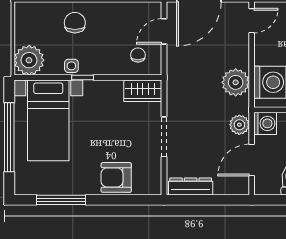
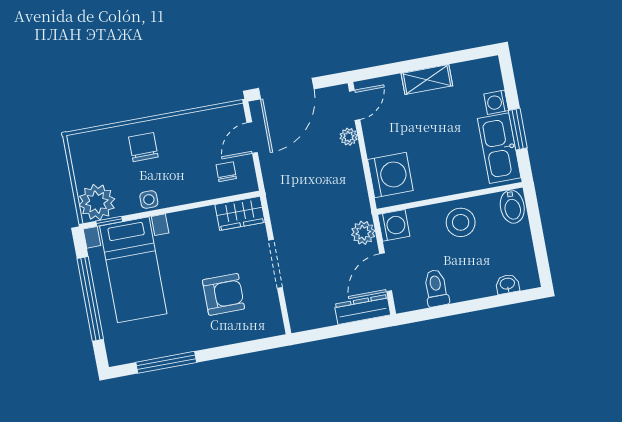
window: (83, 77) -> (109, 221), moved
plant: (236, 82) -> (349, 137), moved, width x0.53, depth x0.53
armchair: (116, 177) -> (223, 294), moved, turned 180
dresser: (191, 187) -> (362, 309), moved

